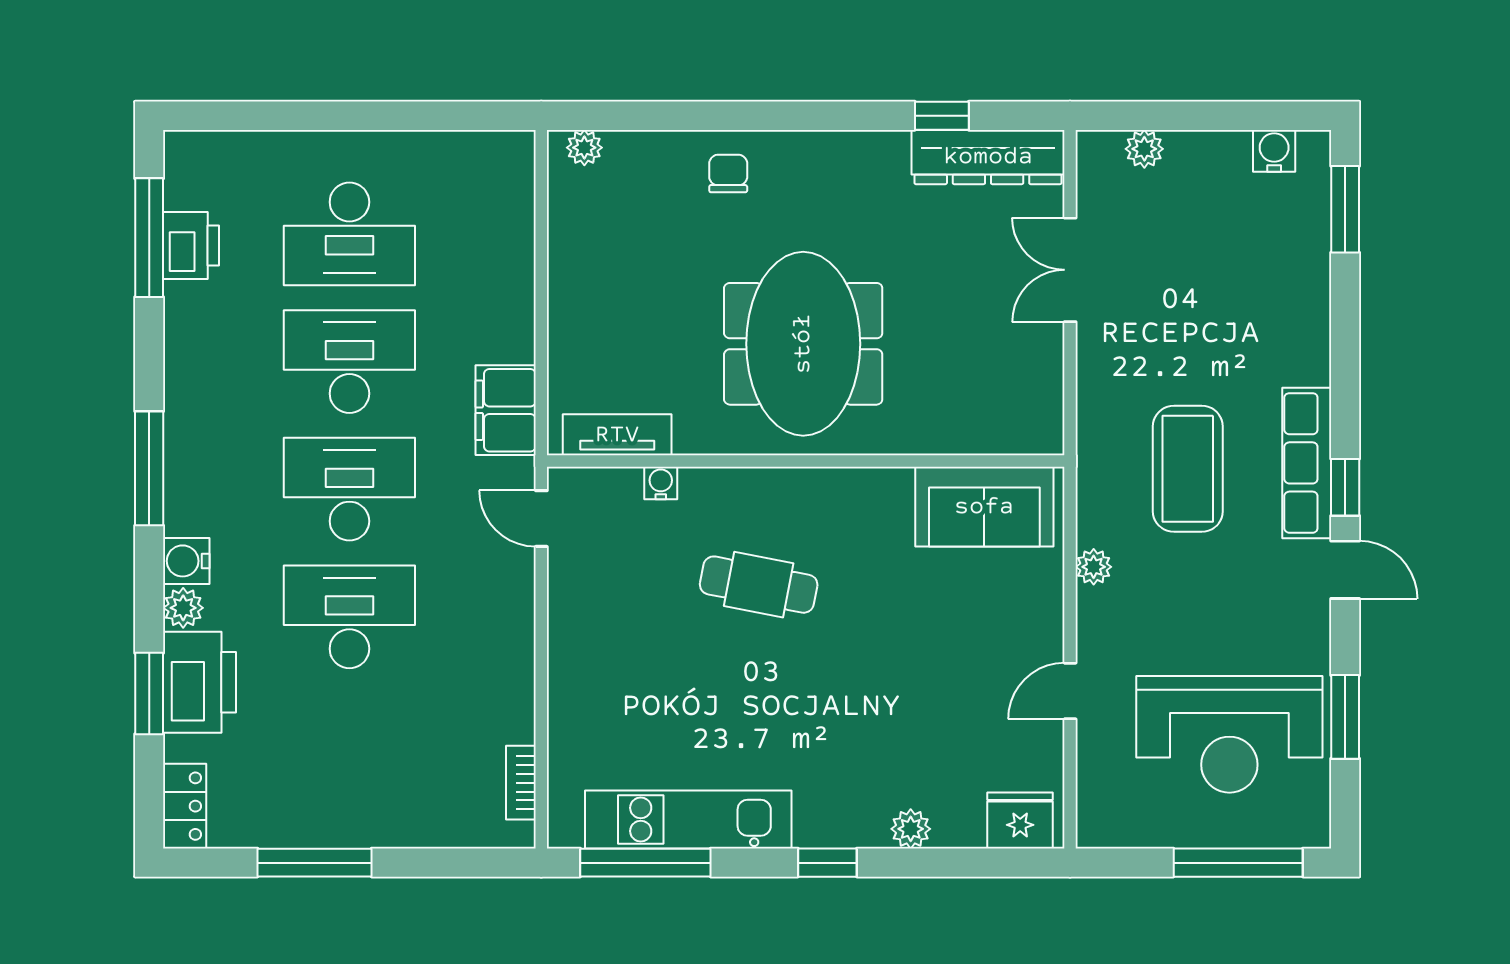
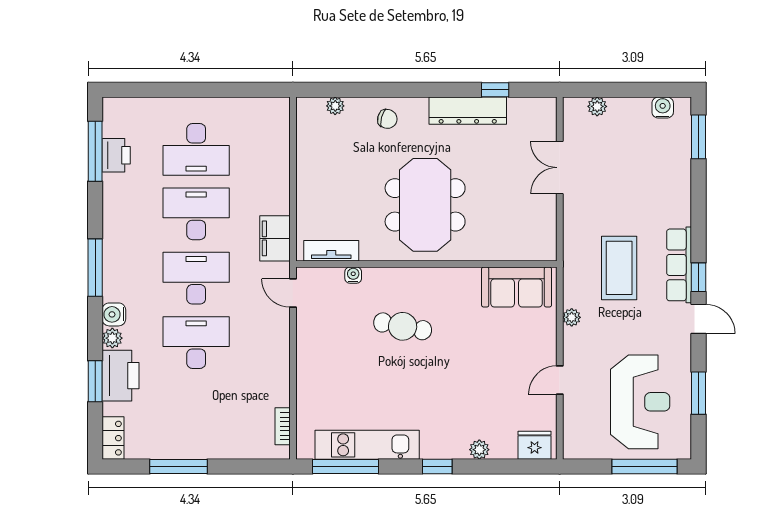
plant: (584, 148) -> (335, 106), moved
dresser: (988, 157) -> (468, 111), moved
chair: (728, 173) -> (387, 119), turned 105
reception desk: (1229, 734) -> (640, 402), turned -90

